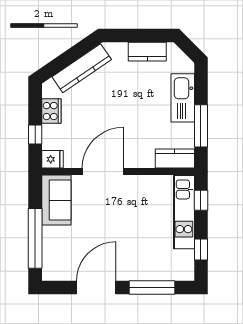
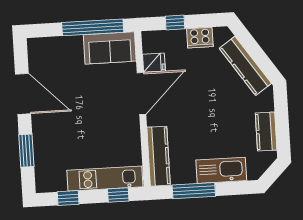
fridge: (52, 159) -> (154, 63), moved, turned -90
kitchen counter: (175, 159) -> (159, 156), width x1.50
door: (103, 172) -> (141, 93), hinge flipped
window: (35, 238) -> (93, 27), moved
window: (152, 288) -> (26, 151), width x0.69

